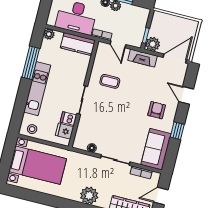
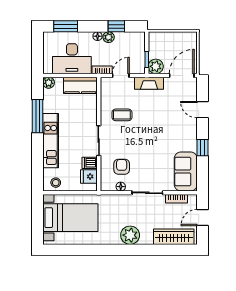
door: (118, 44) -> (121, 75), swing flipped
armchair: (157, 110) -> (122, 167), moved

